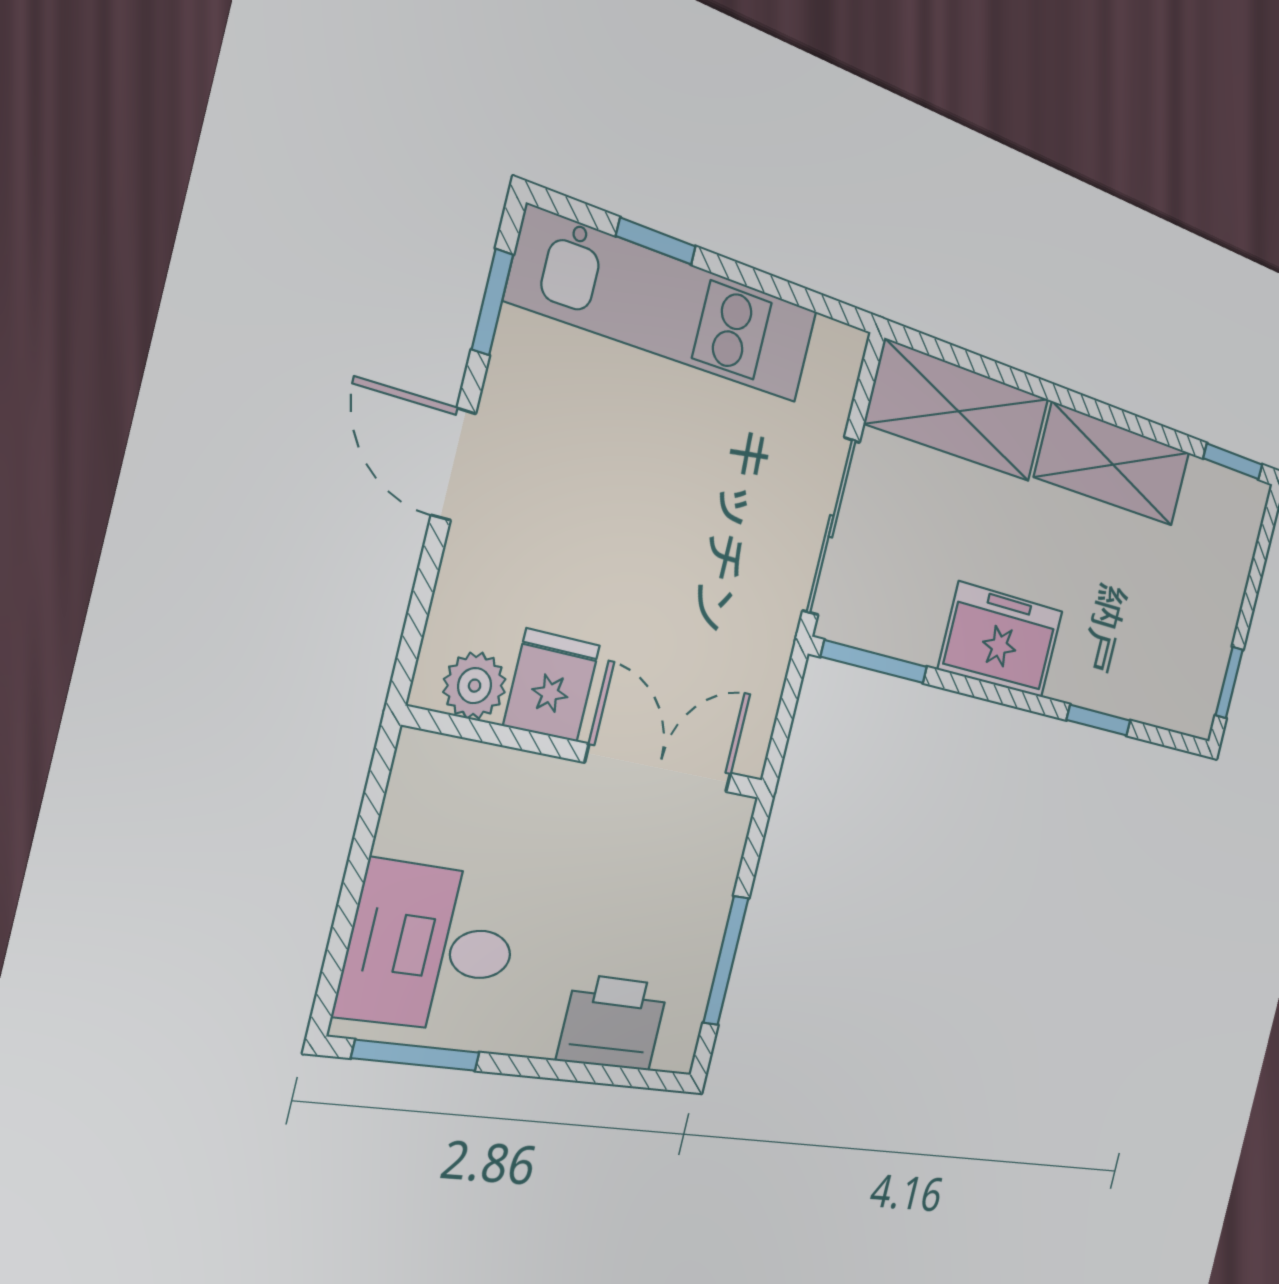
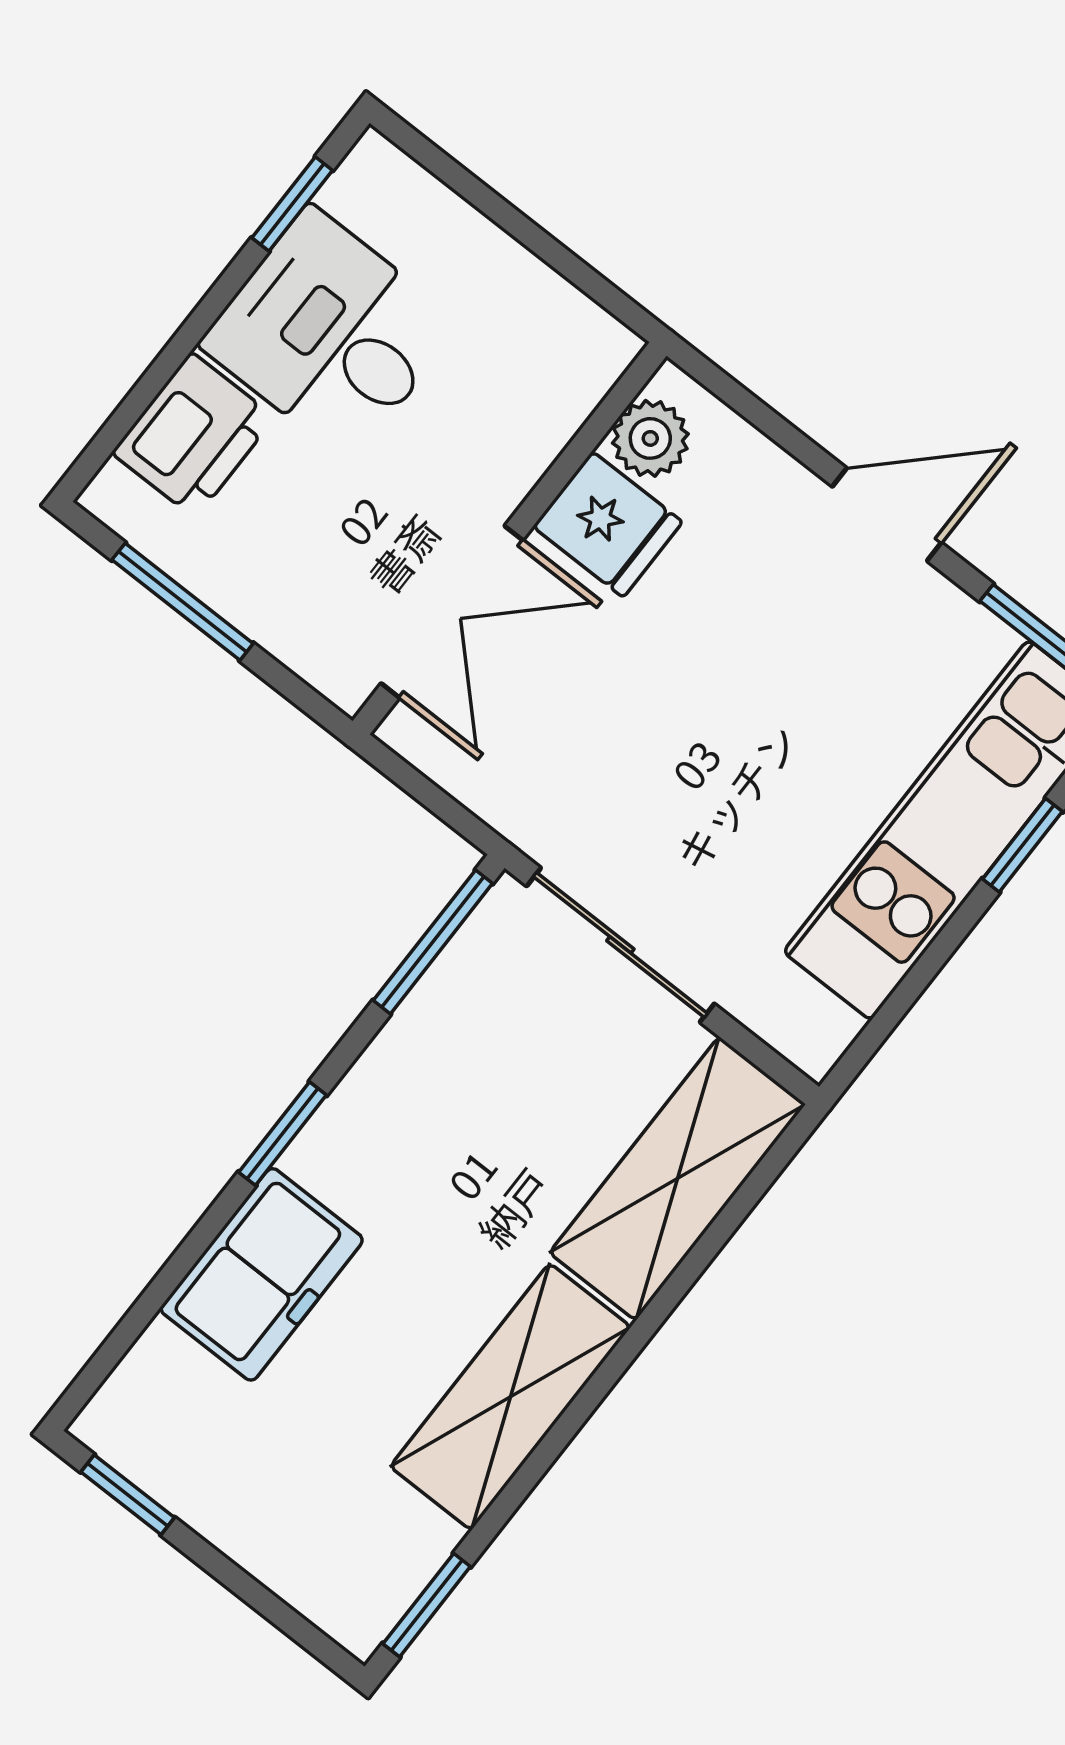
freezer: (1001, 640) -> (262, 1274), moved
window: (1099, 720) -> (283, 1134), moved
desk: (431, 948) -> (330, 334), moved, turned -90
window: (416, 1055) -> (292, 204), width x0.67

